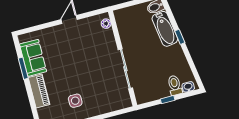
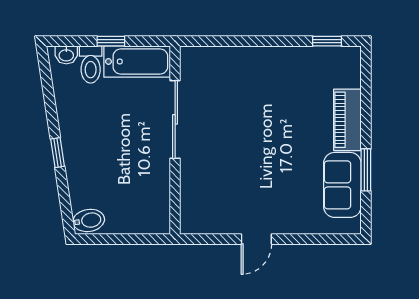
plant: (106, 24) -> (189, 213), removed
bathtub: (165, 29) -> (137, 61), moved, turned 99
side table: (75, 101) -> (284, 84), removed

